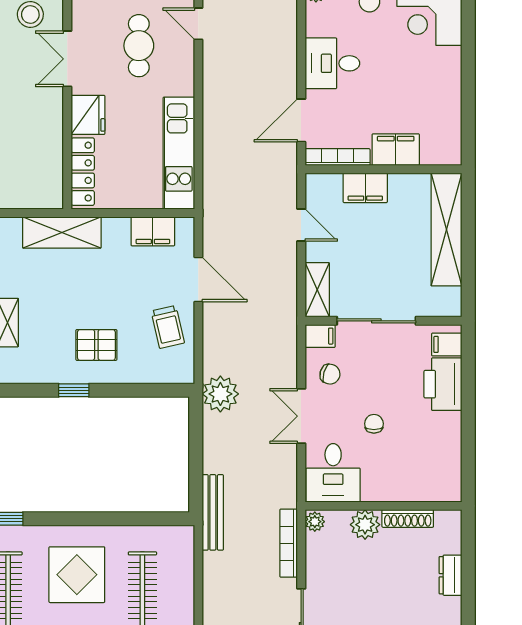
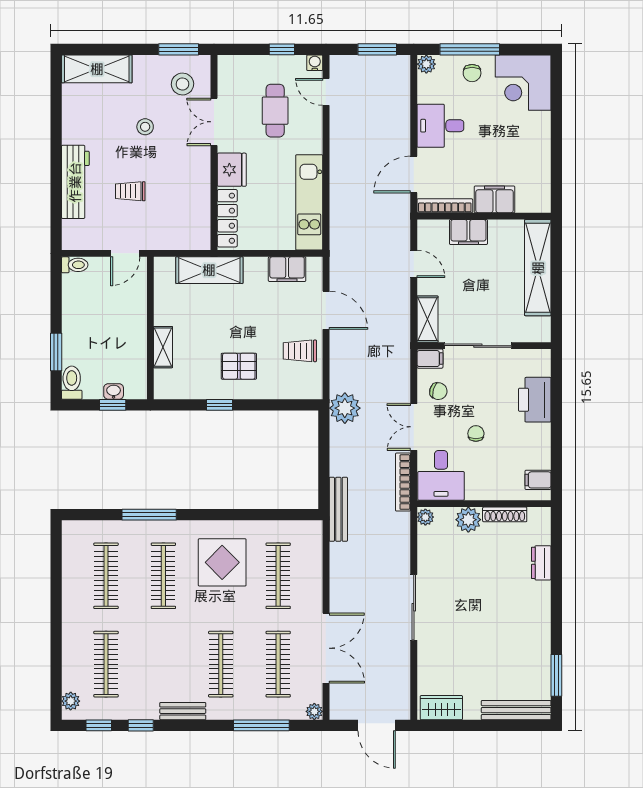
trolley: (168, 327) -> (300, 351), turned 103
filing cabinet: (447, 344) -> (538, 480), moved
bookcase: (289, 543) -> (403, 482), moved

